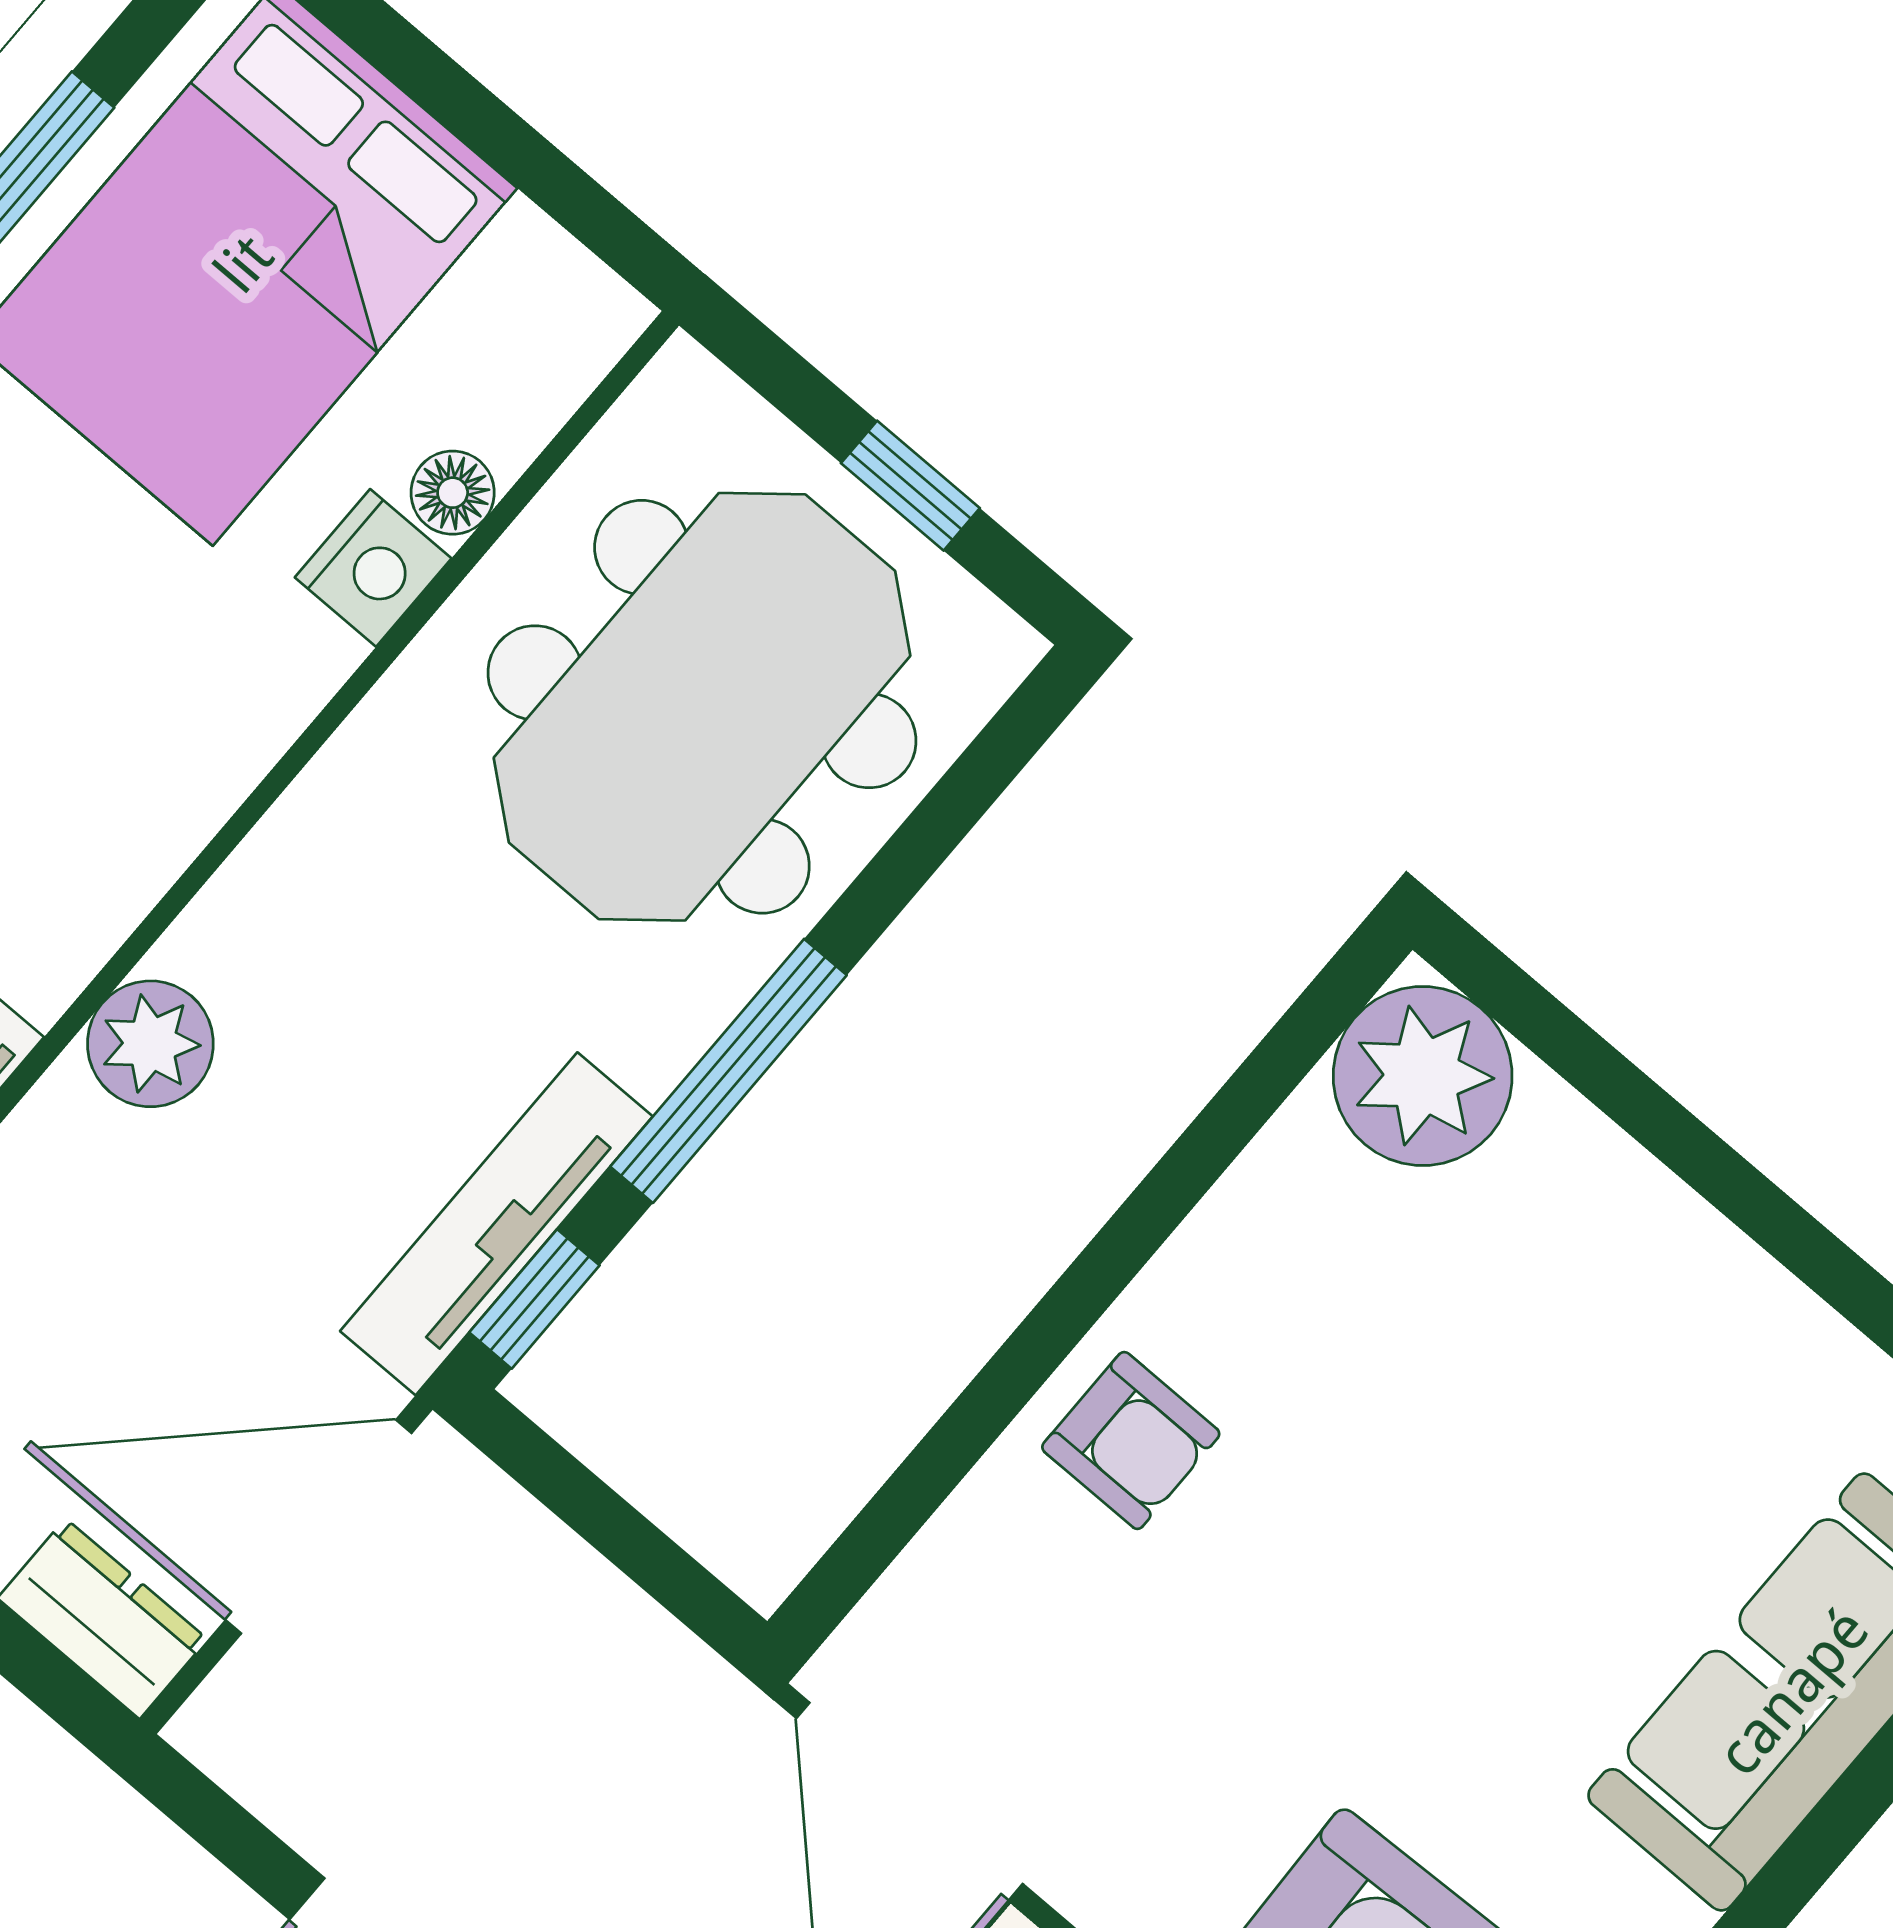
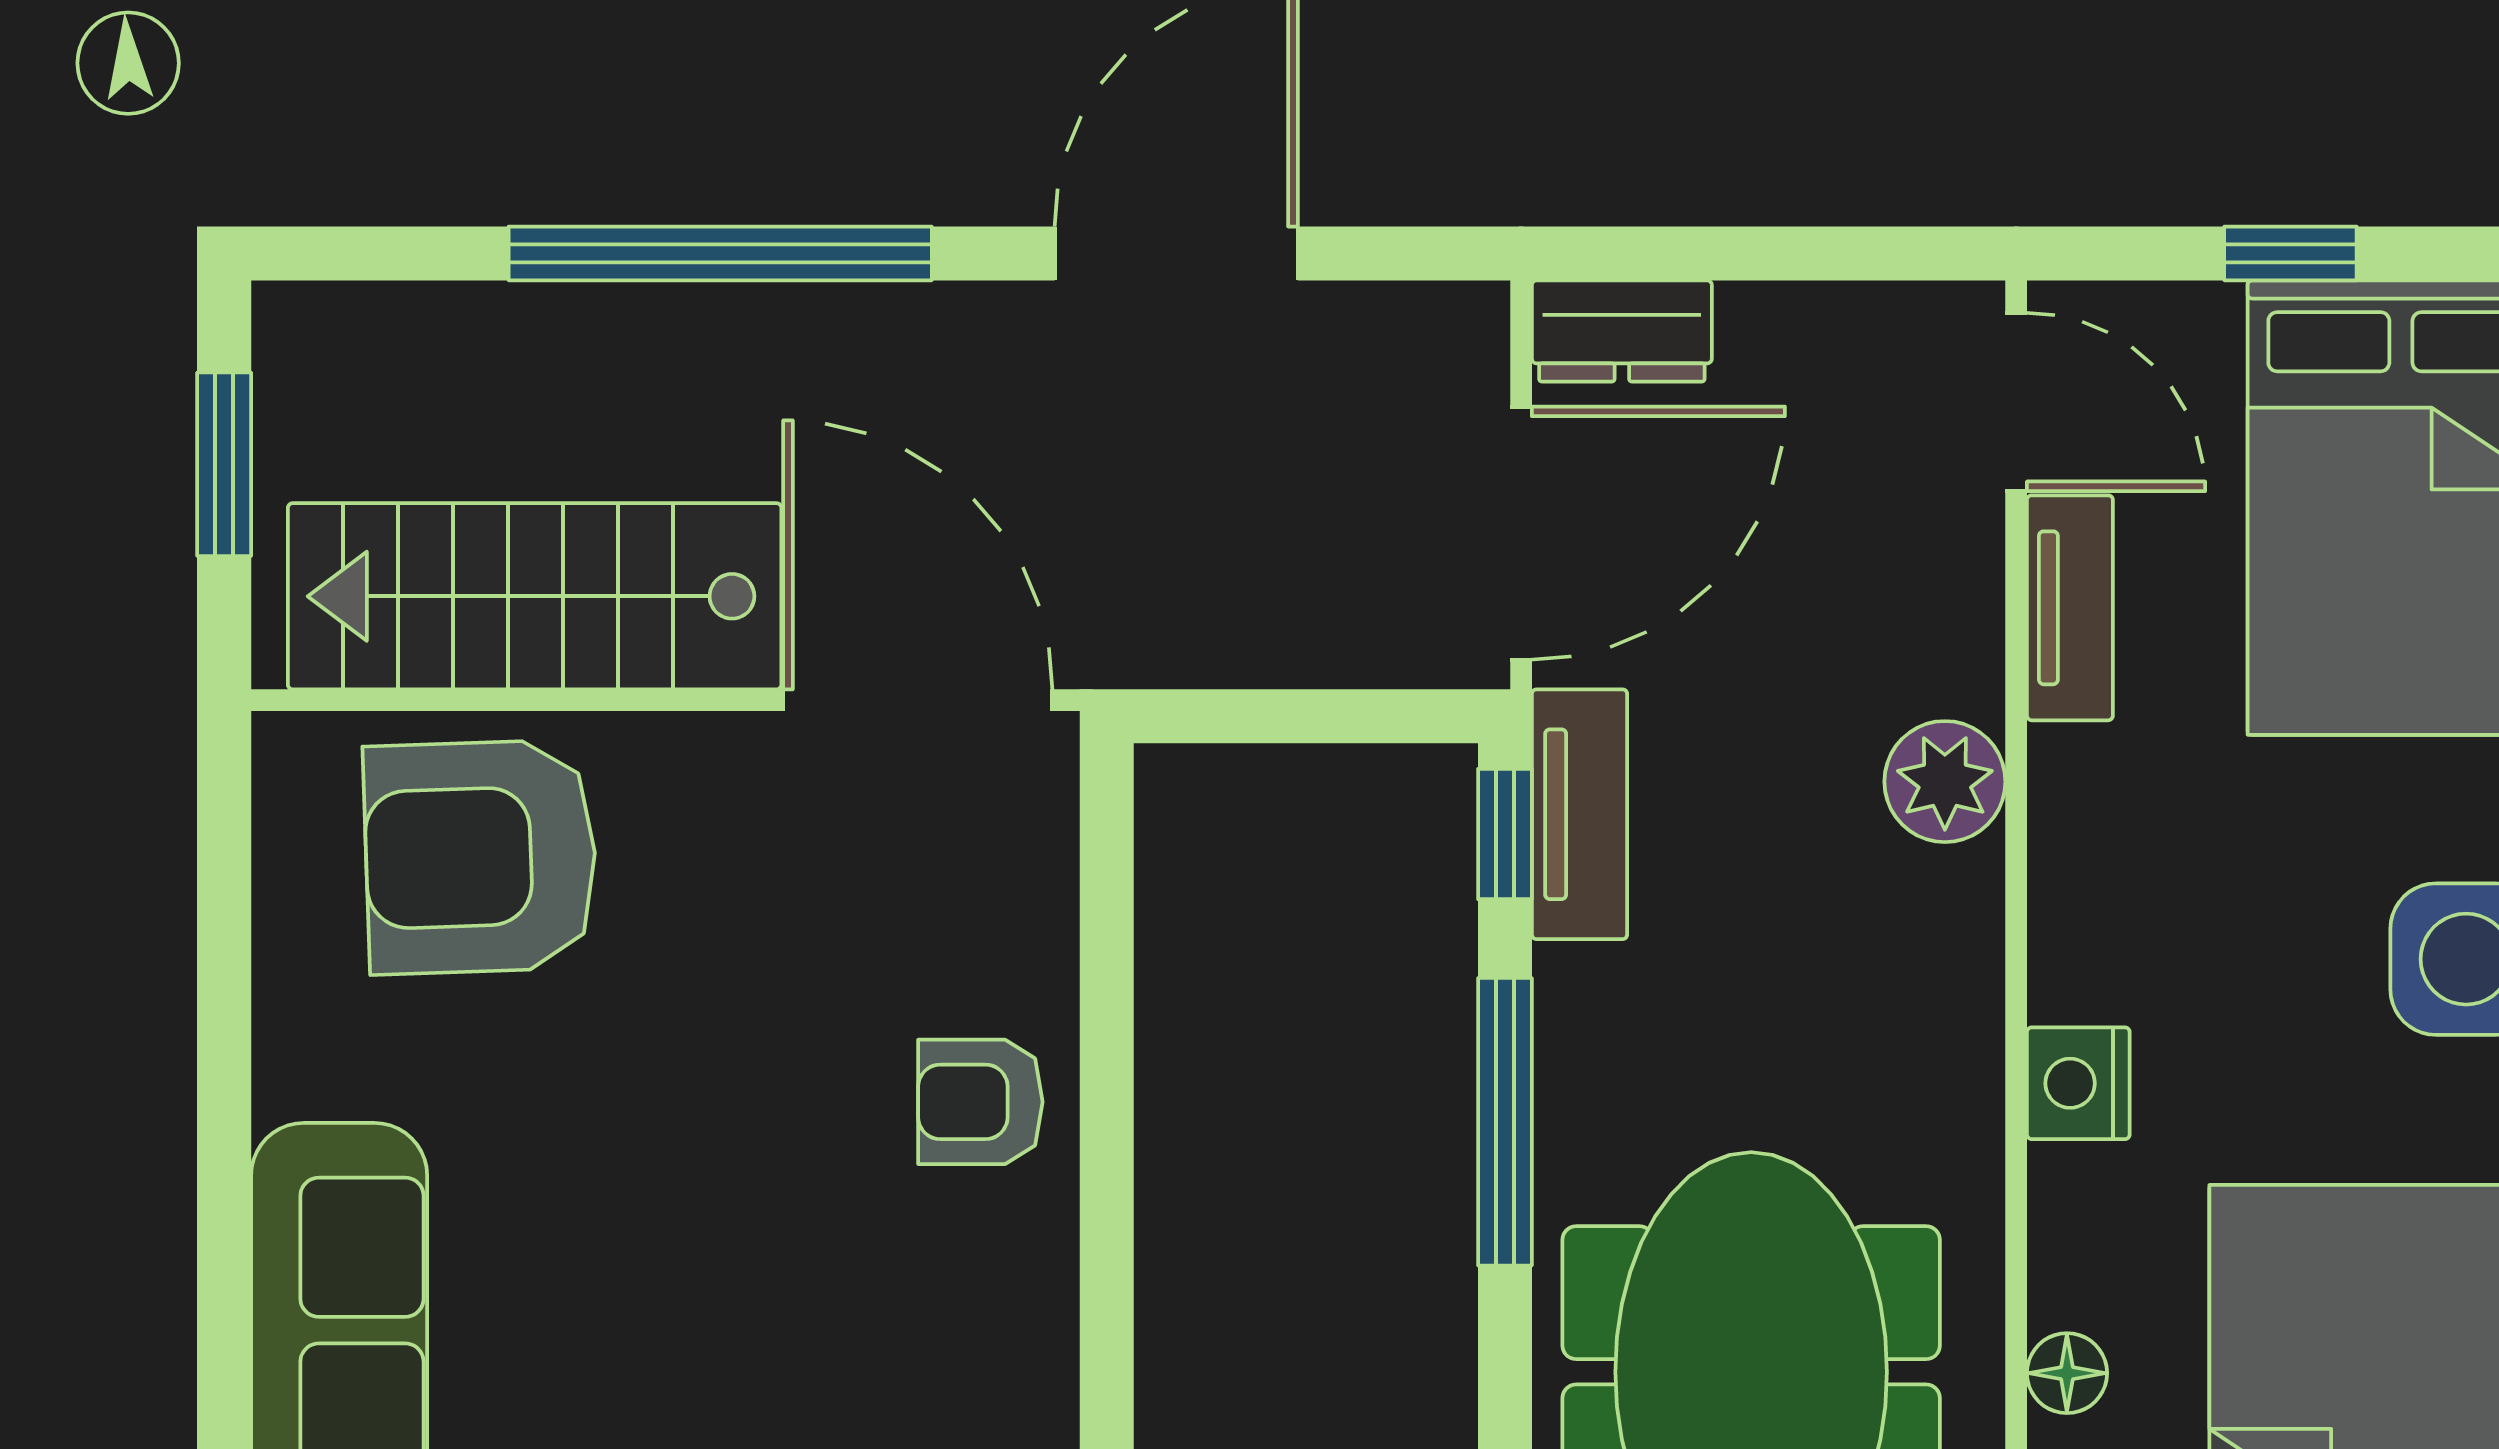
nightstand: (373, 568) -> (2078, 1083), moved
tv unit: (496, 1224) -> (1580, 814), width x0.71

